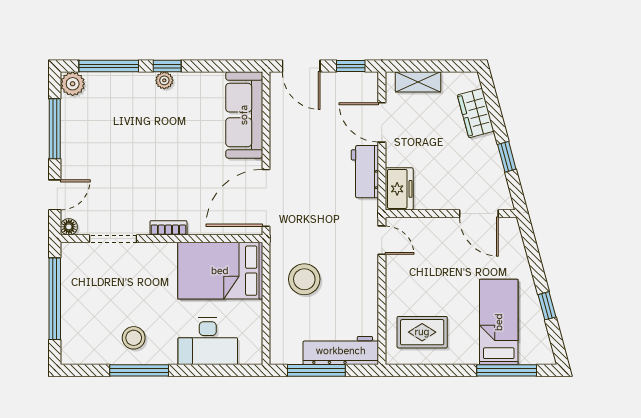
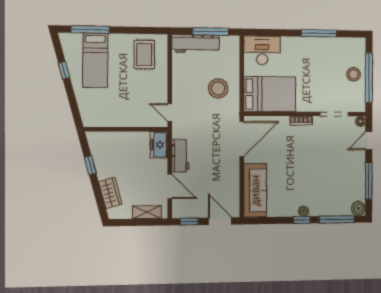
door: (479, 214) -> (108, 129), removed
rug: (422, 332) -> (144, 55), turned 90
stool: (134, 338) -> (354, 74), moved
desk: (208, 341) -> (262, 50), moved

